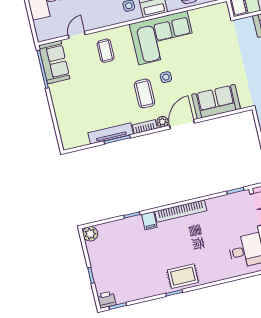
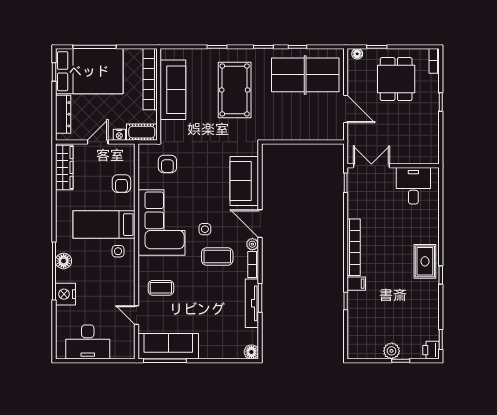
armchair: (215, 31) -> (167, 164), added
sofa: (54, 62) -> (168, 346), width x1.36
floor lamp: (68, 143) -> (251, 352), added
plant: (90, 234) -> (392, 351), moved

